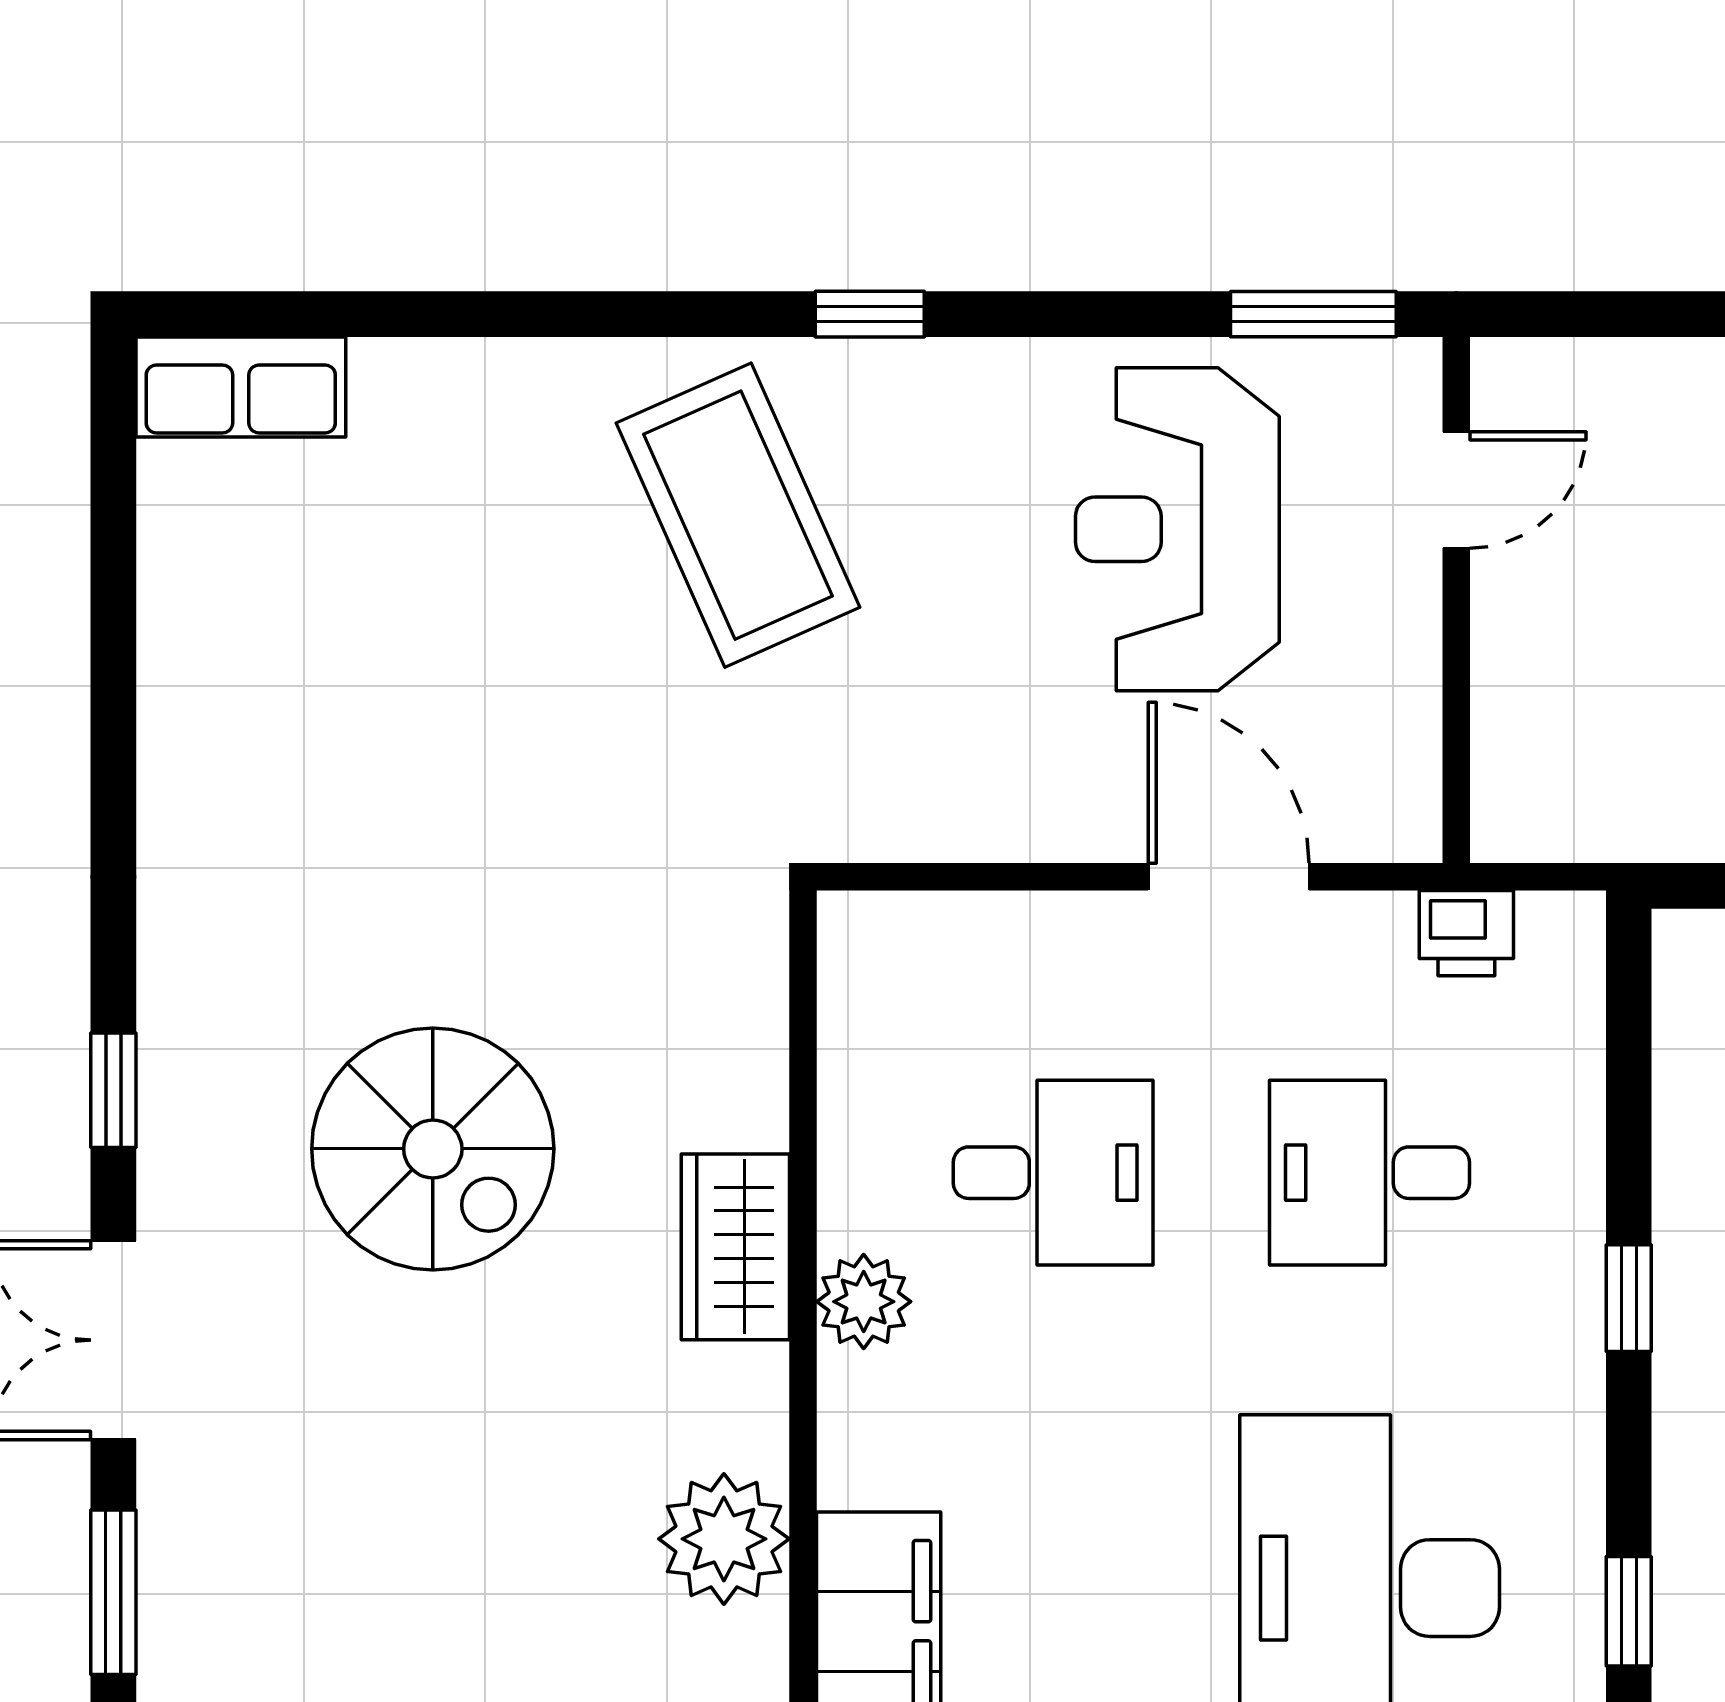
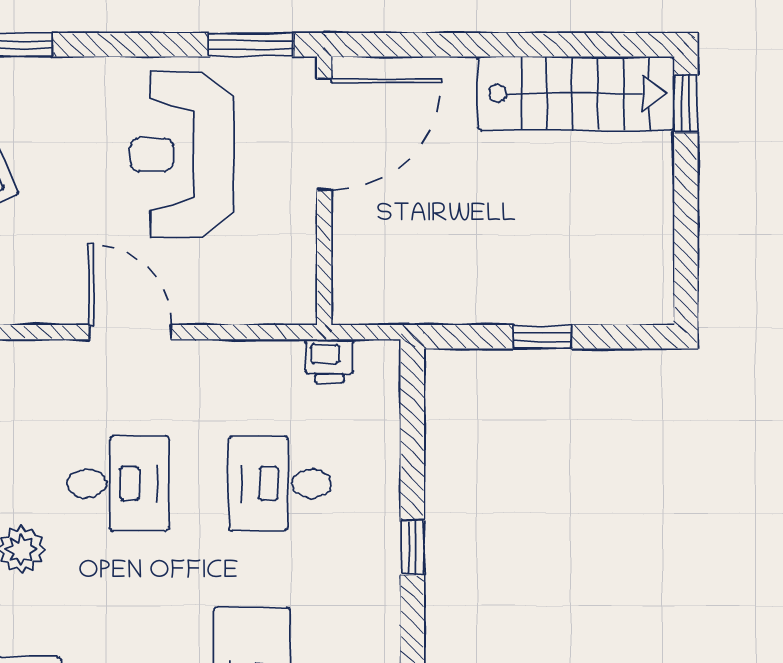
door: (1456, 490) -> (324, 135), width x1.87
door: (1229, 877) -> (131, 332), moved

